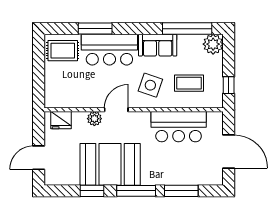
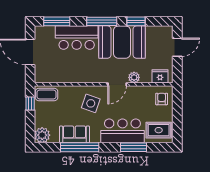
window: (187, 29) -> (80, 147), moved
sofa: (158, 45) -> (74, 134), moved
coffee table: (189, 83) -> (47, 95), moved
armchair: (59, 91) -> (162, 99), added
bar counter: (179, 127) -> (77, 38), moved, turned 180
window: (181, 191) -> (57, 21), moved

